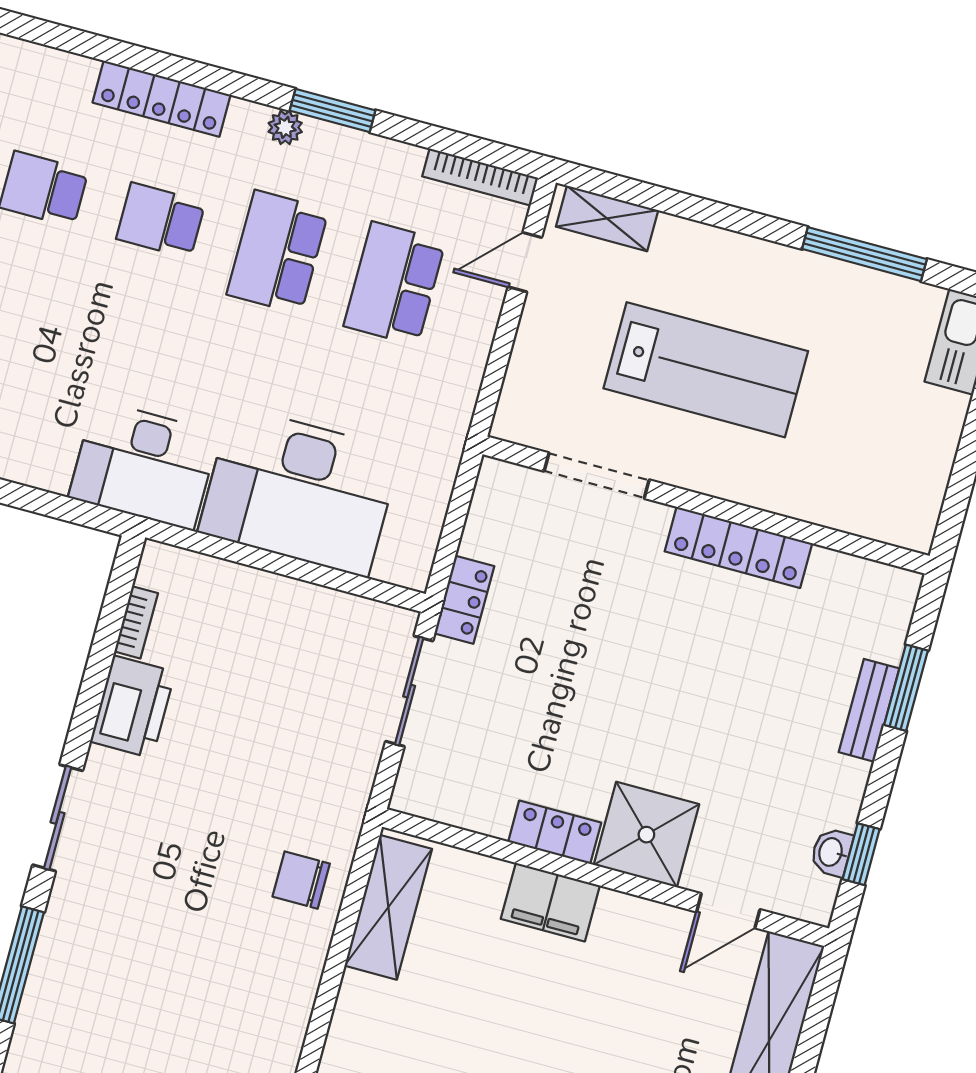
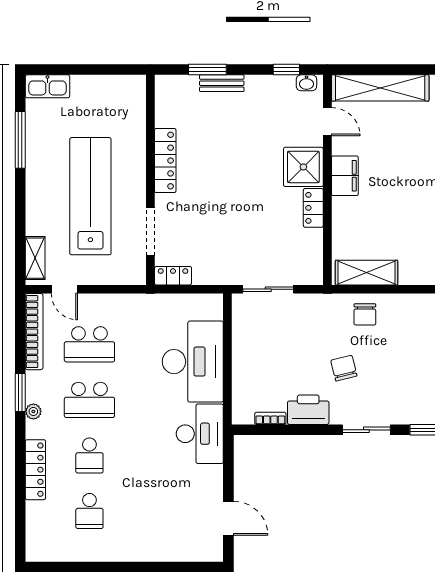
bookcase: (480, 177) -> (34, 332), width x1.48, depth x1.31
lab bench: (706, 370) -> (90, 196), width x1.36
locker: (464, 600) -> (173, 276), moved
chair: (200, 805) -> (344, 368), added
washbasin: (832, 852) -> (306, 83), moved
filing cabinet: (550, 902) -> (345, 176), moved

